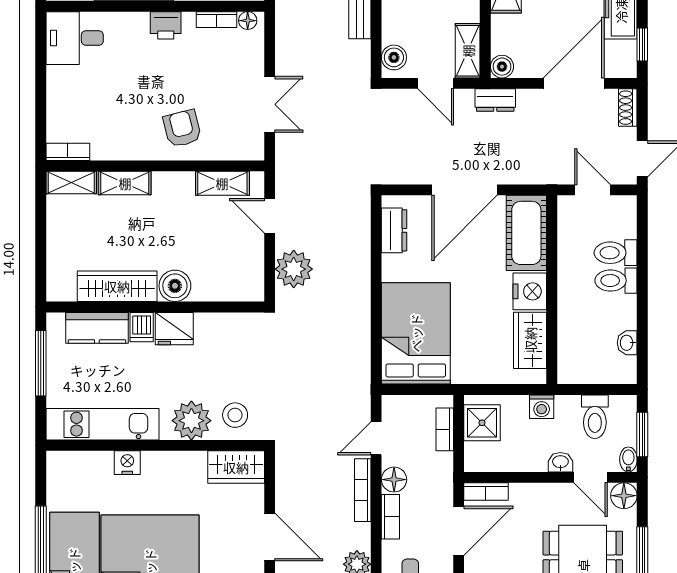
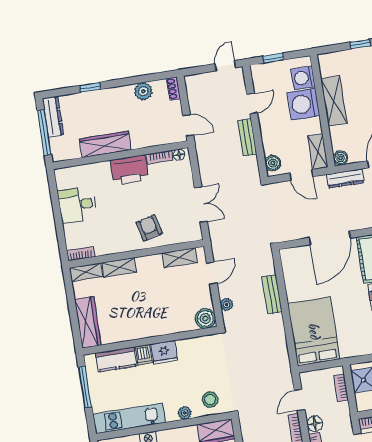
printer: (166, 25) -> (129, 170), width x1.87, depth x1.48
desk: (75, 38) -> (77, 205), moved
dresser: (495, 100) -> (345, 178), width x1.44
door: (270, 216) -> (212, 273), swing flipped
dresser: (394, 230) -> (290, 270), removed
bench: (359, 265) -> (272, 294), added
plant: (294, 269) -> (227, 304), width x0.53, depth x0.53
wardrobe: (117, 286) -> (88, 322), moved, turned 90
boiler: (175, 286) -> (205, 319), moved
plant: (191, 421) -> (185, 413), width x0.53, depth x0.53

